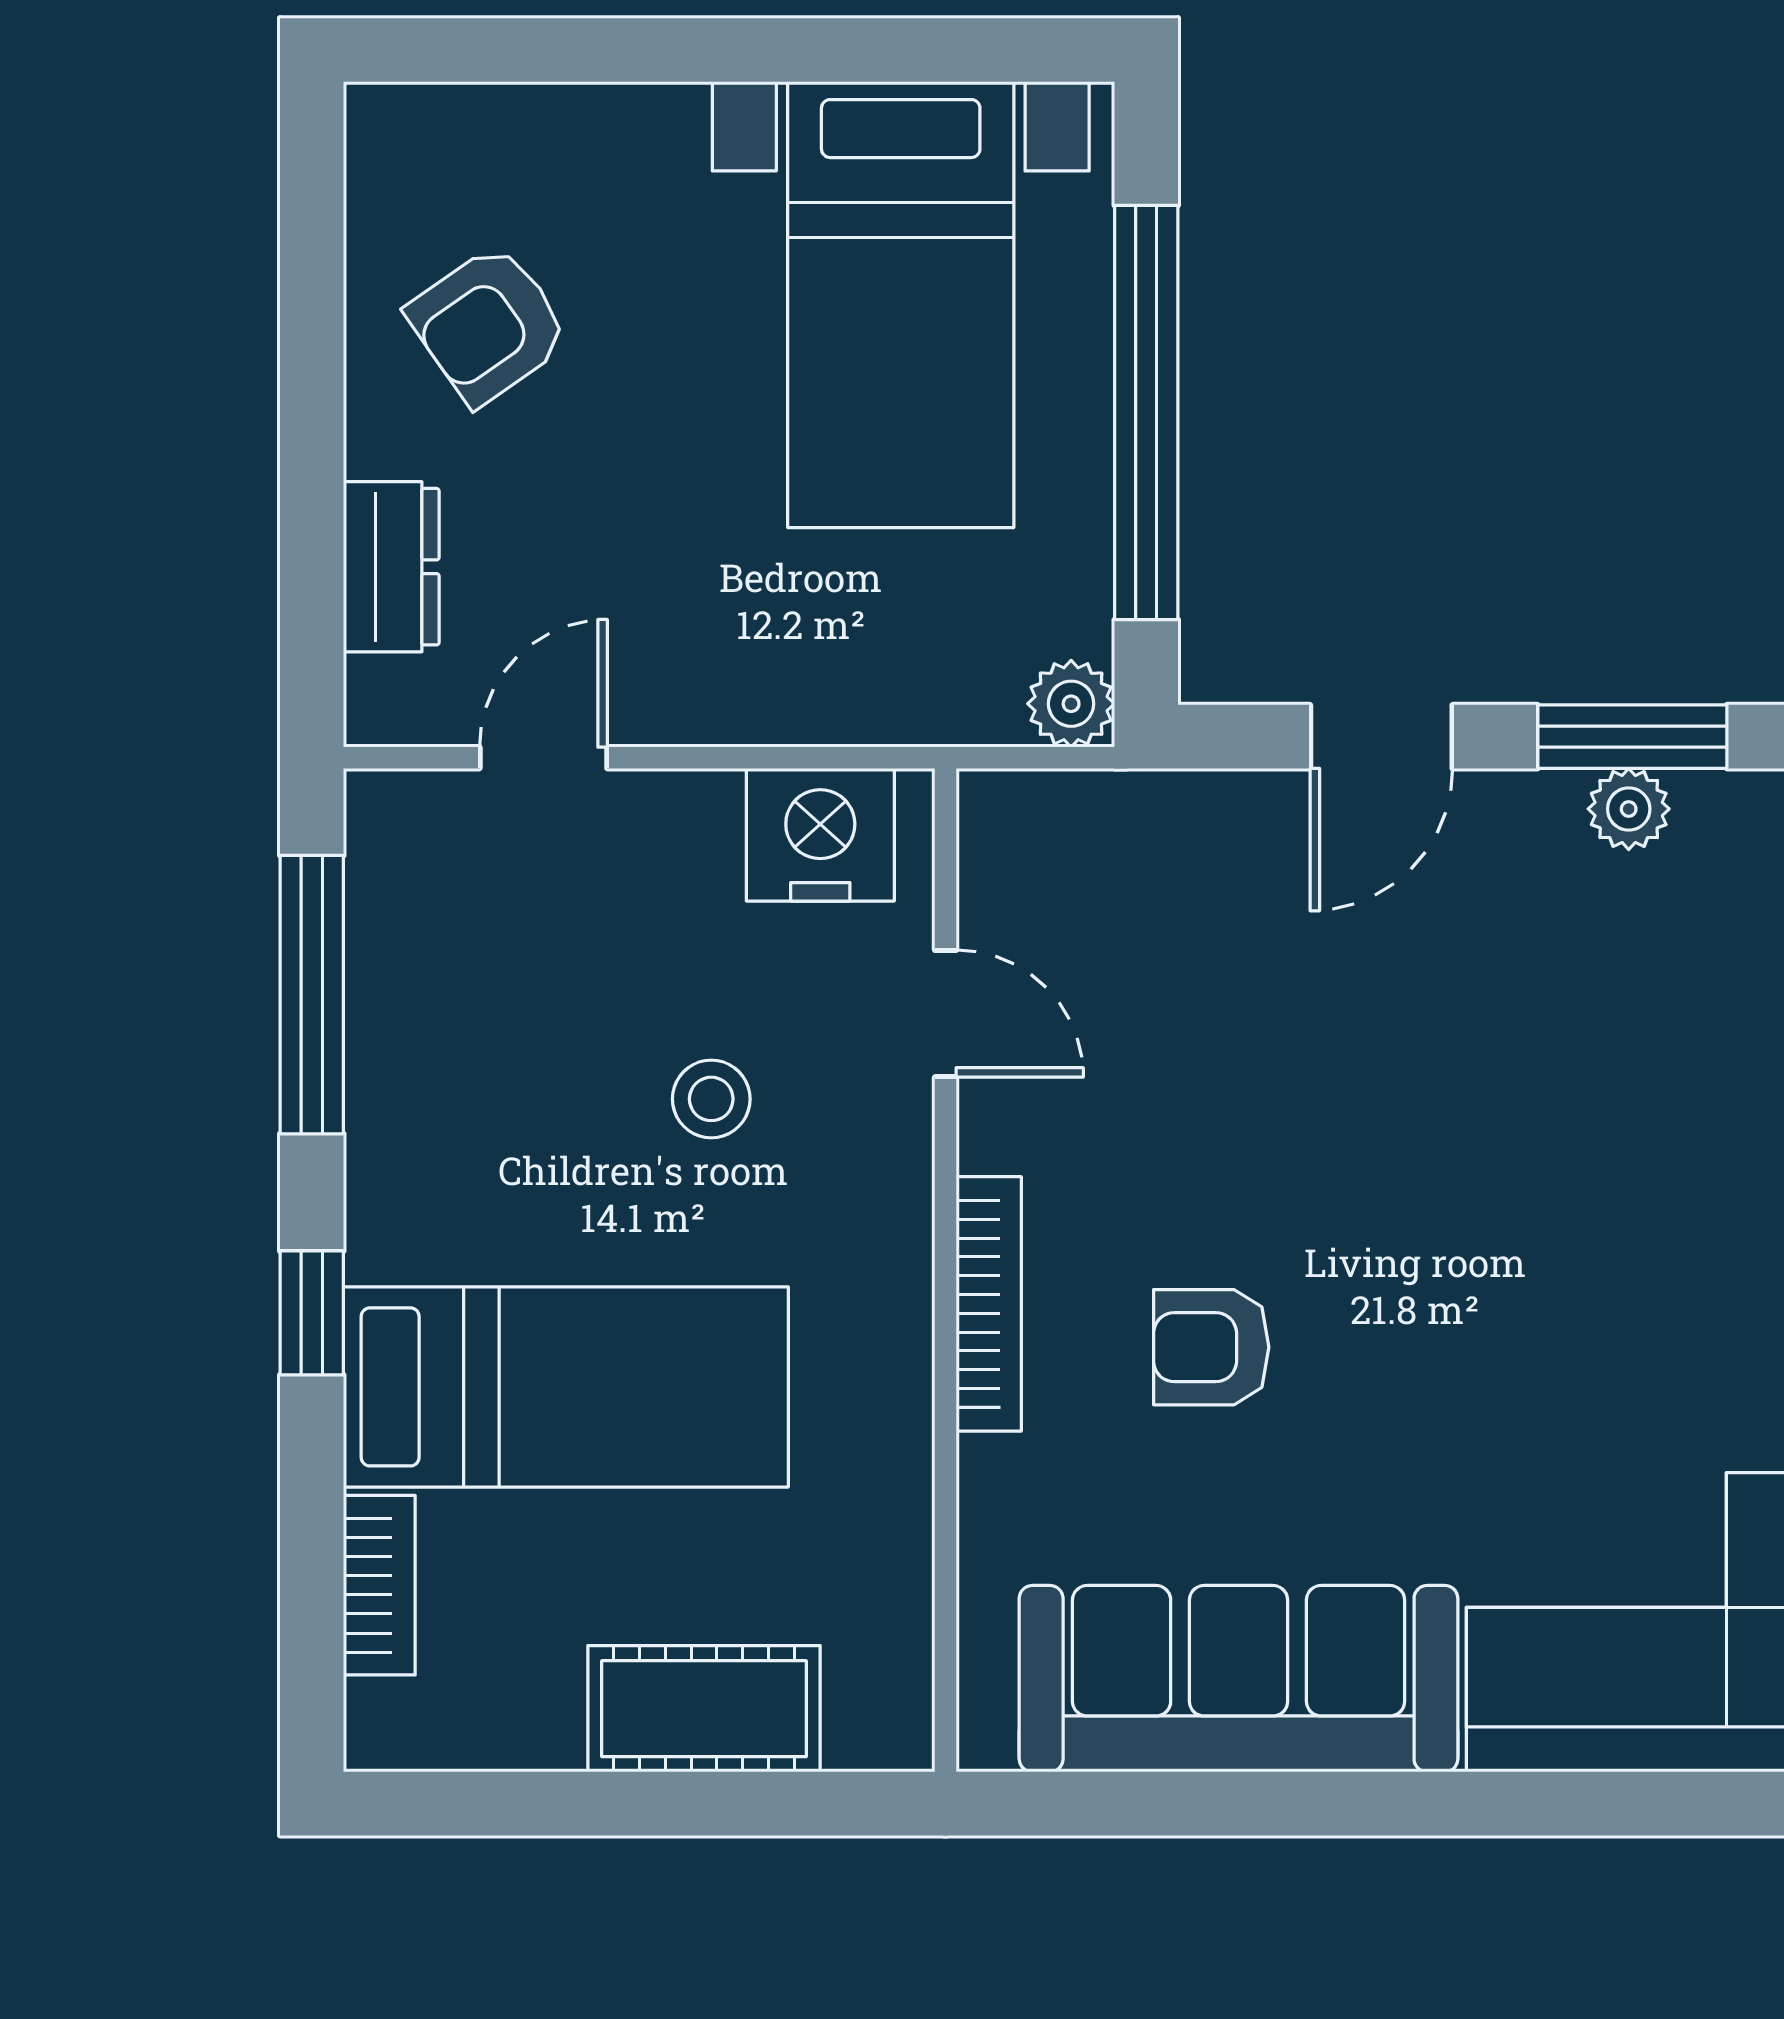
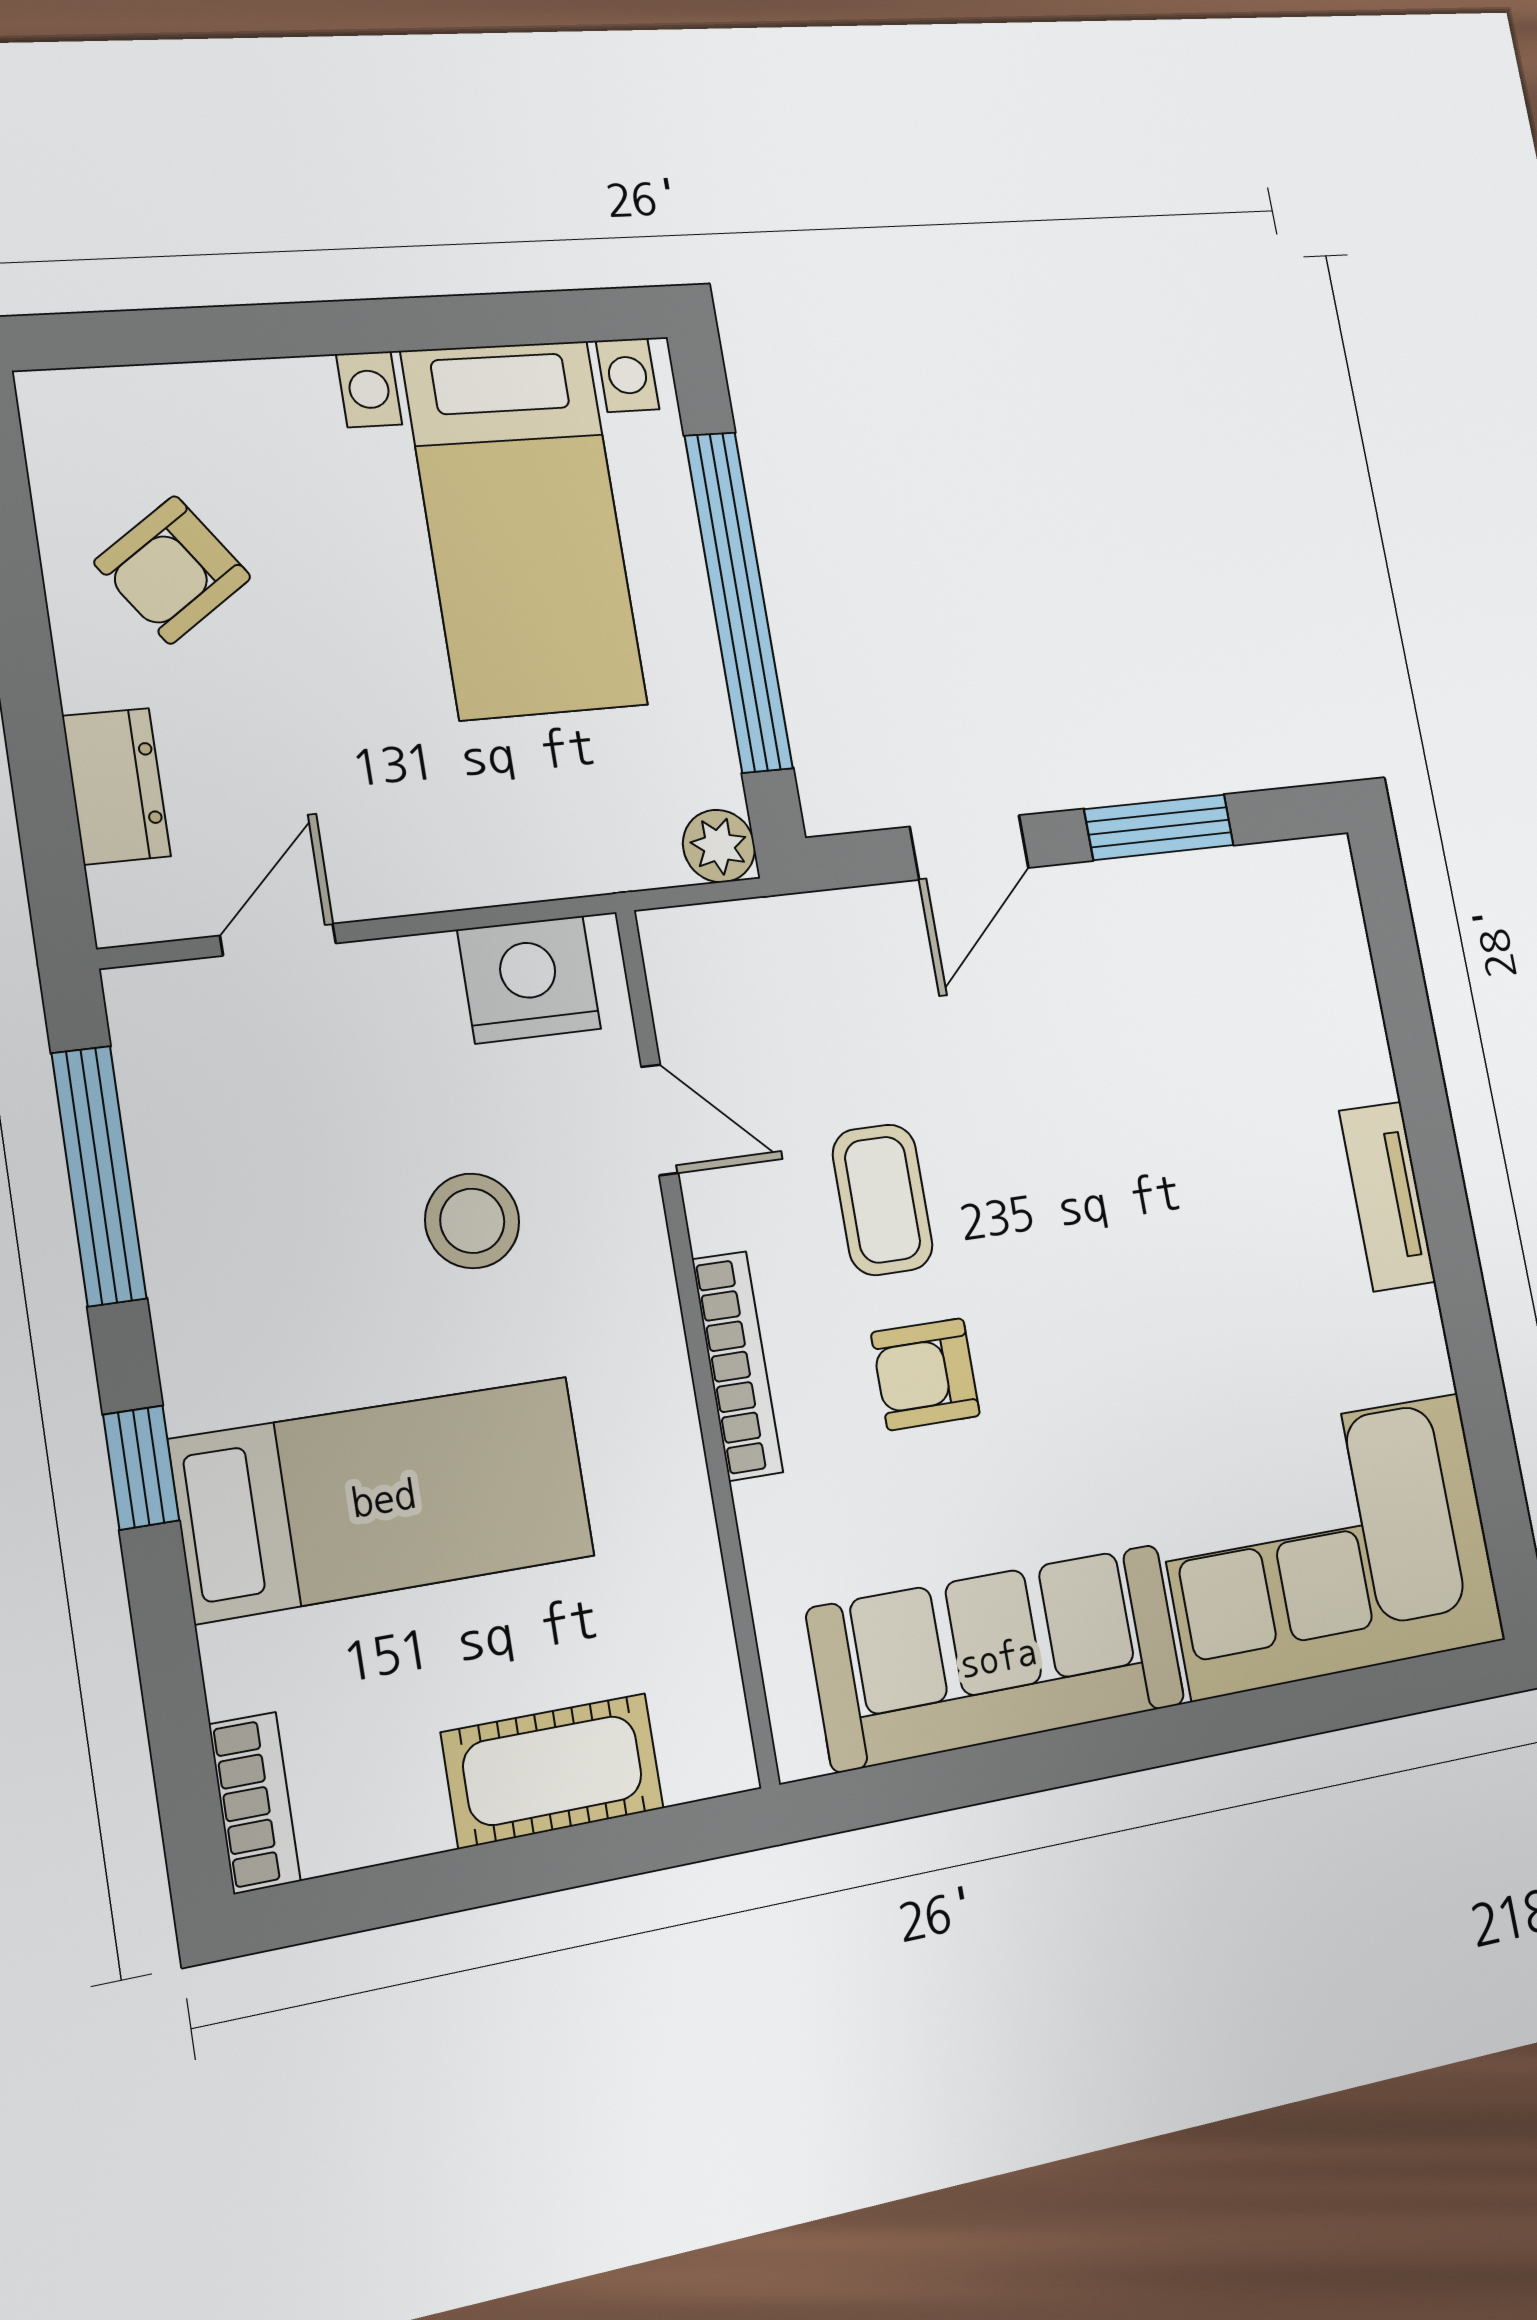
plant: (1629, 809) -> (1167, 885), removed
stool: (711, 1099) -> (472, 1221), width x1.37, depth x1.37
coffee table: (1196, 1140) -> (883, 1200), added
bookcase: (379, 1585) -> (255, 1803), moved

